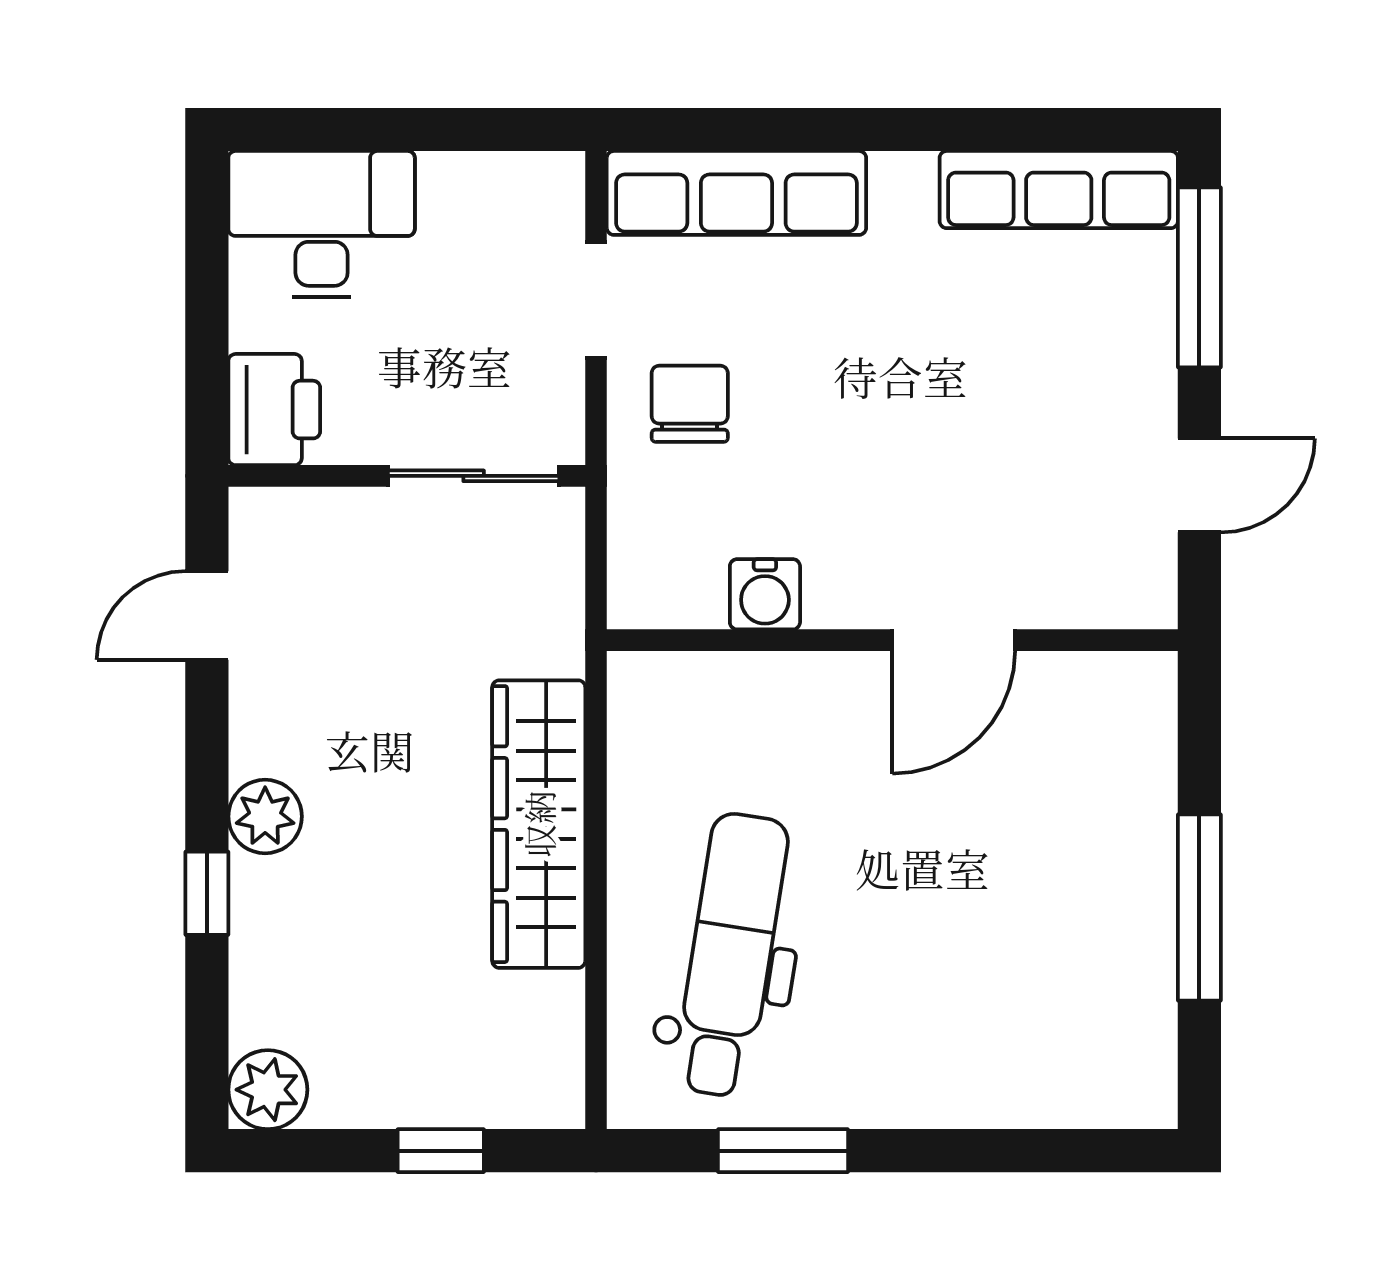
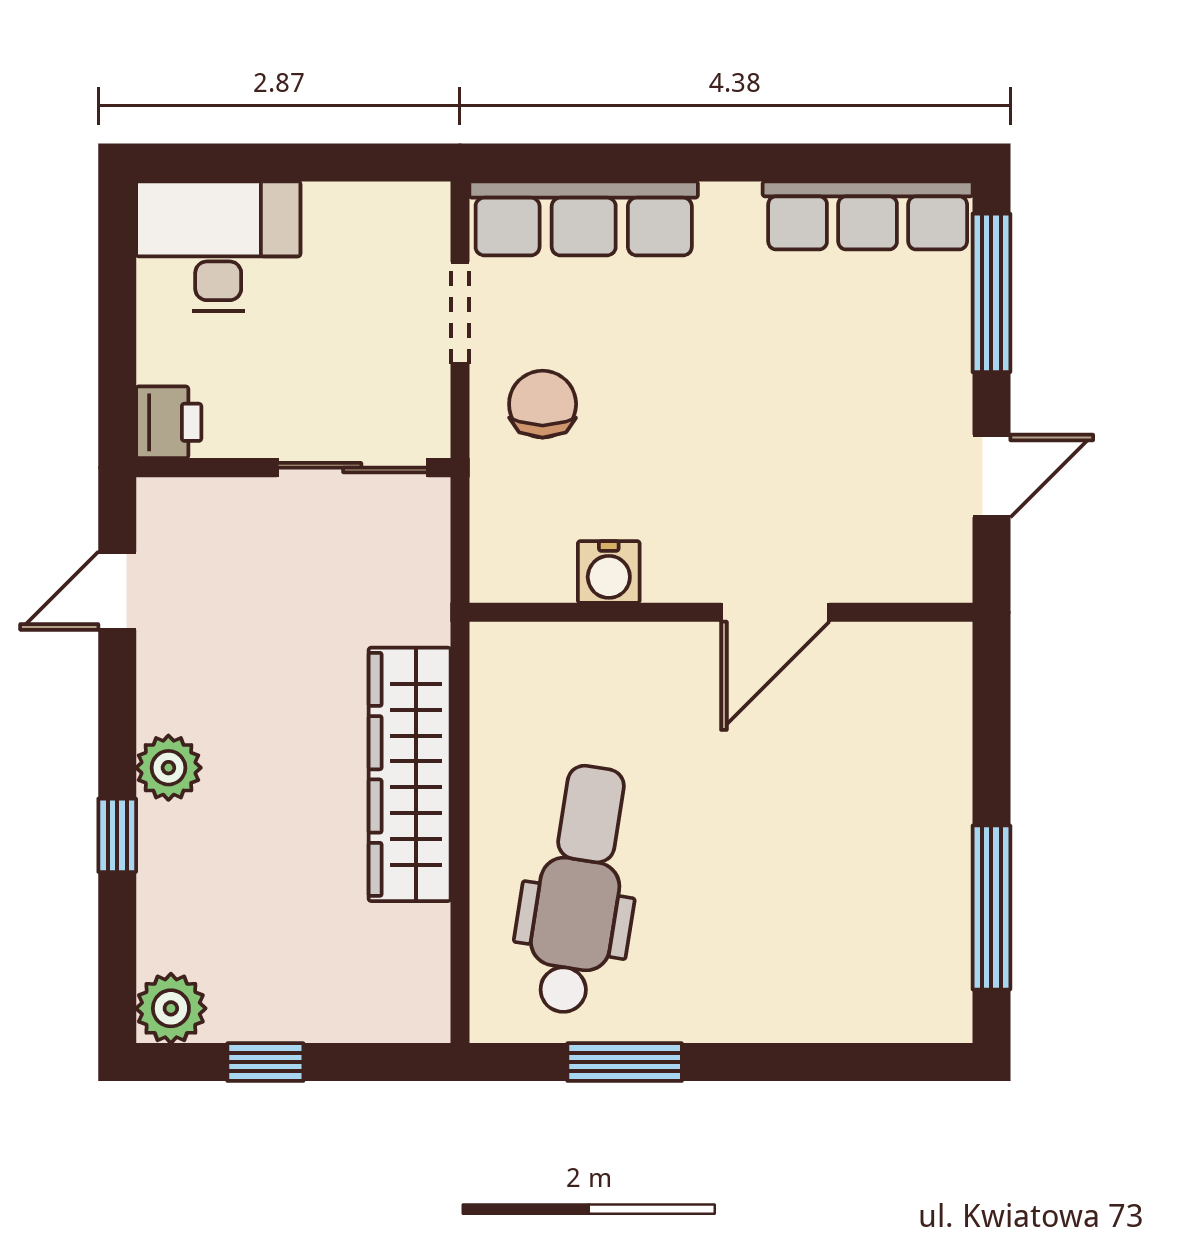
printer: (274, 410) -> (169, 422), width x0.73, depth x0.81
window: (1199, 907) -> (991, 907), moved
window: (441, 1151) -> (265, 1062), moved

